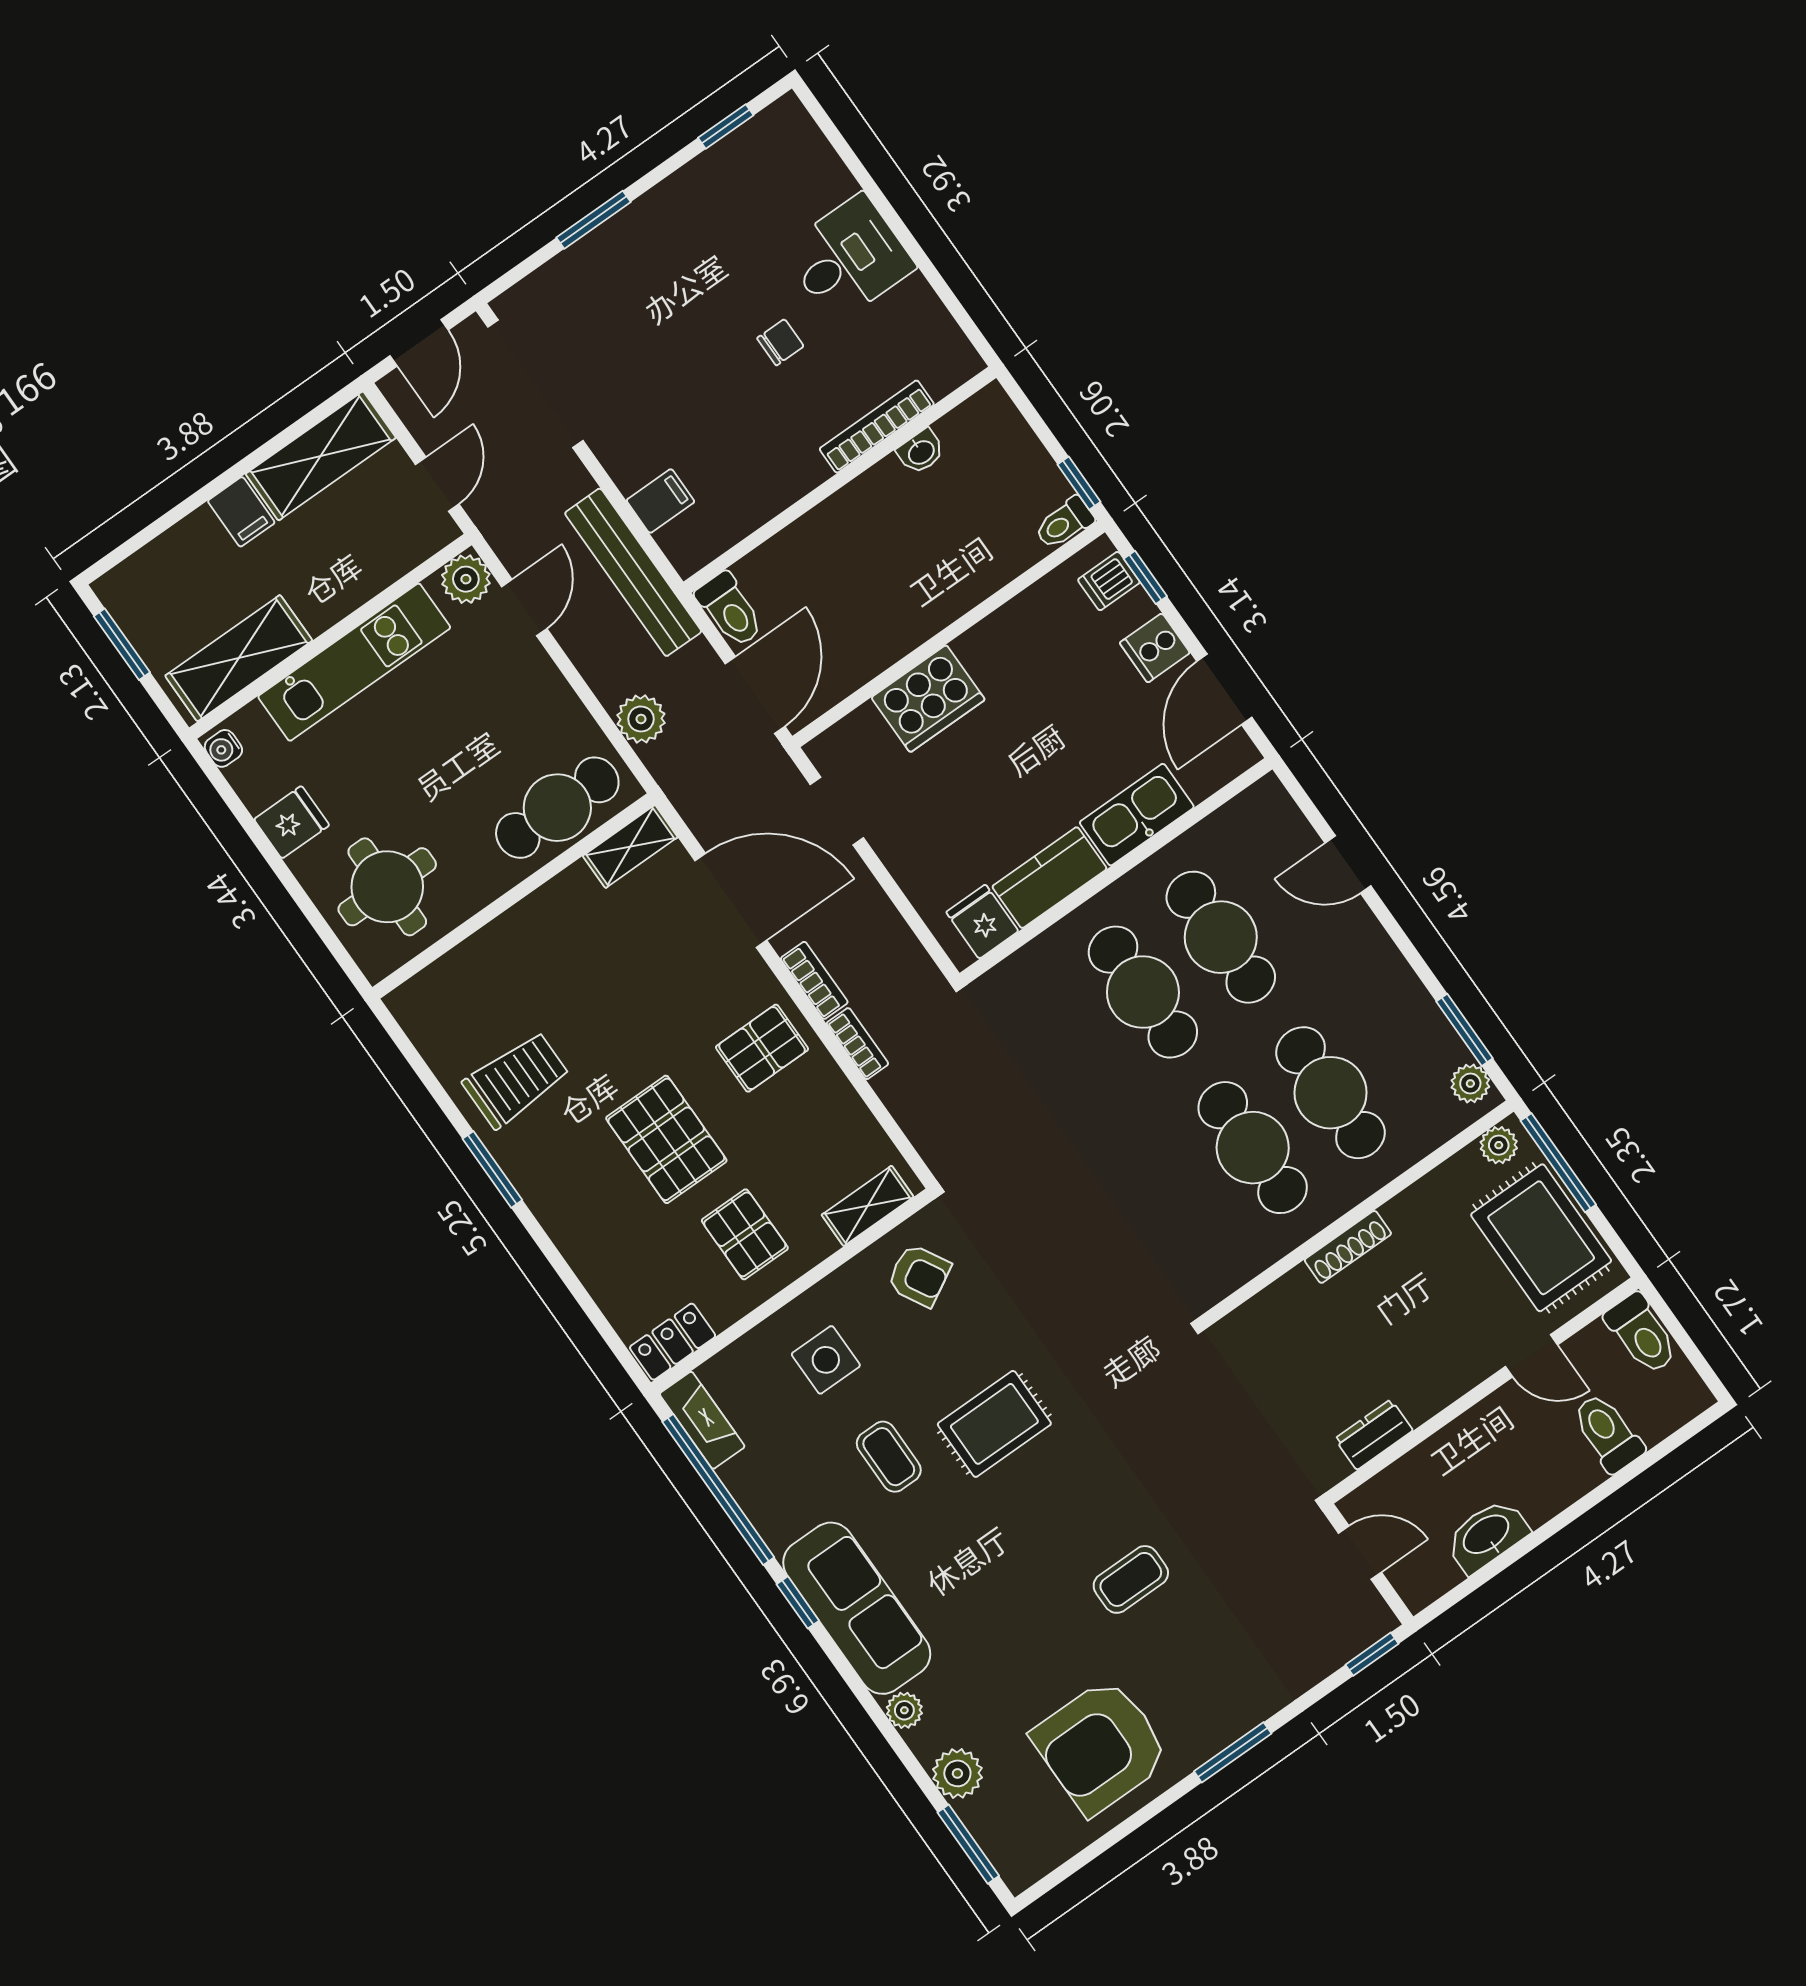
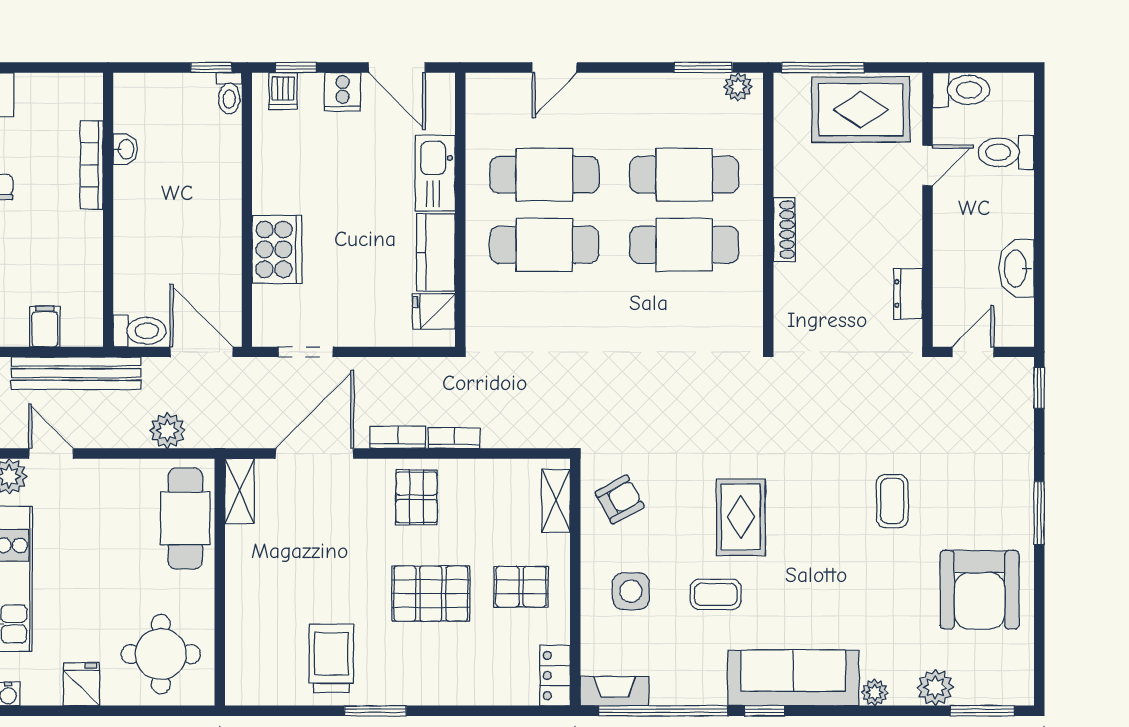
plant: (1499, 1145) -> (787, 96), removed

